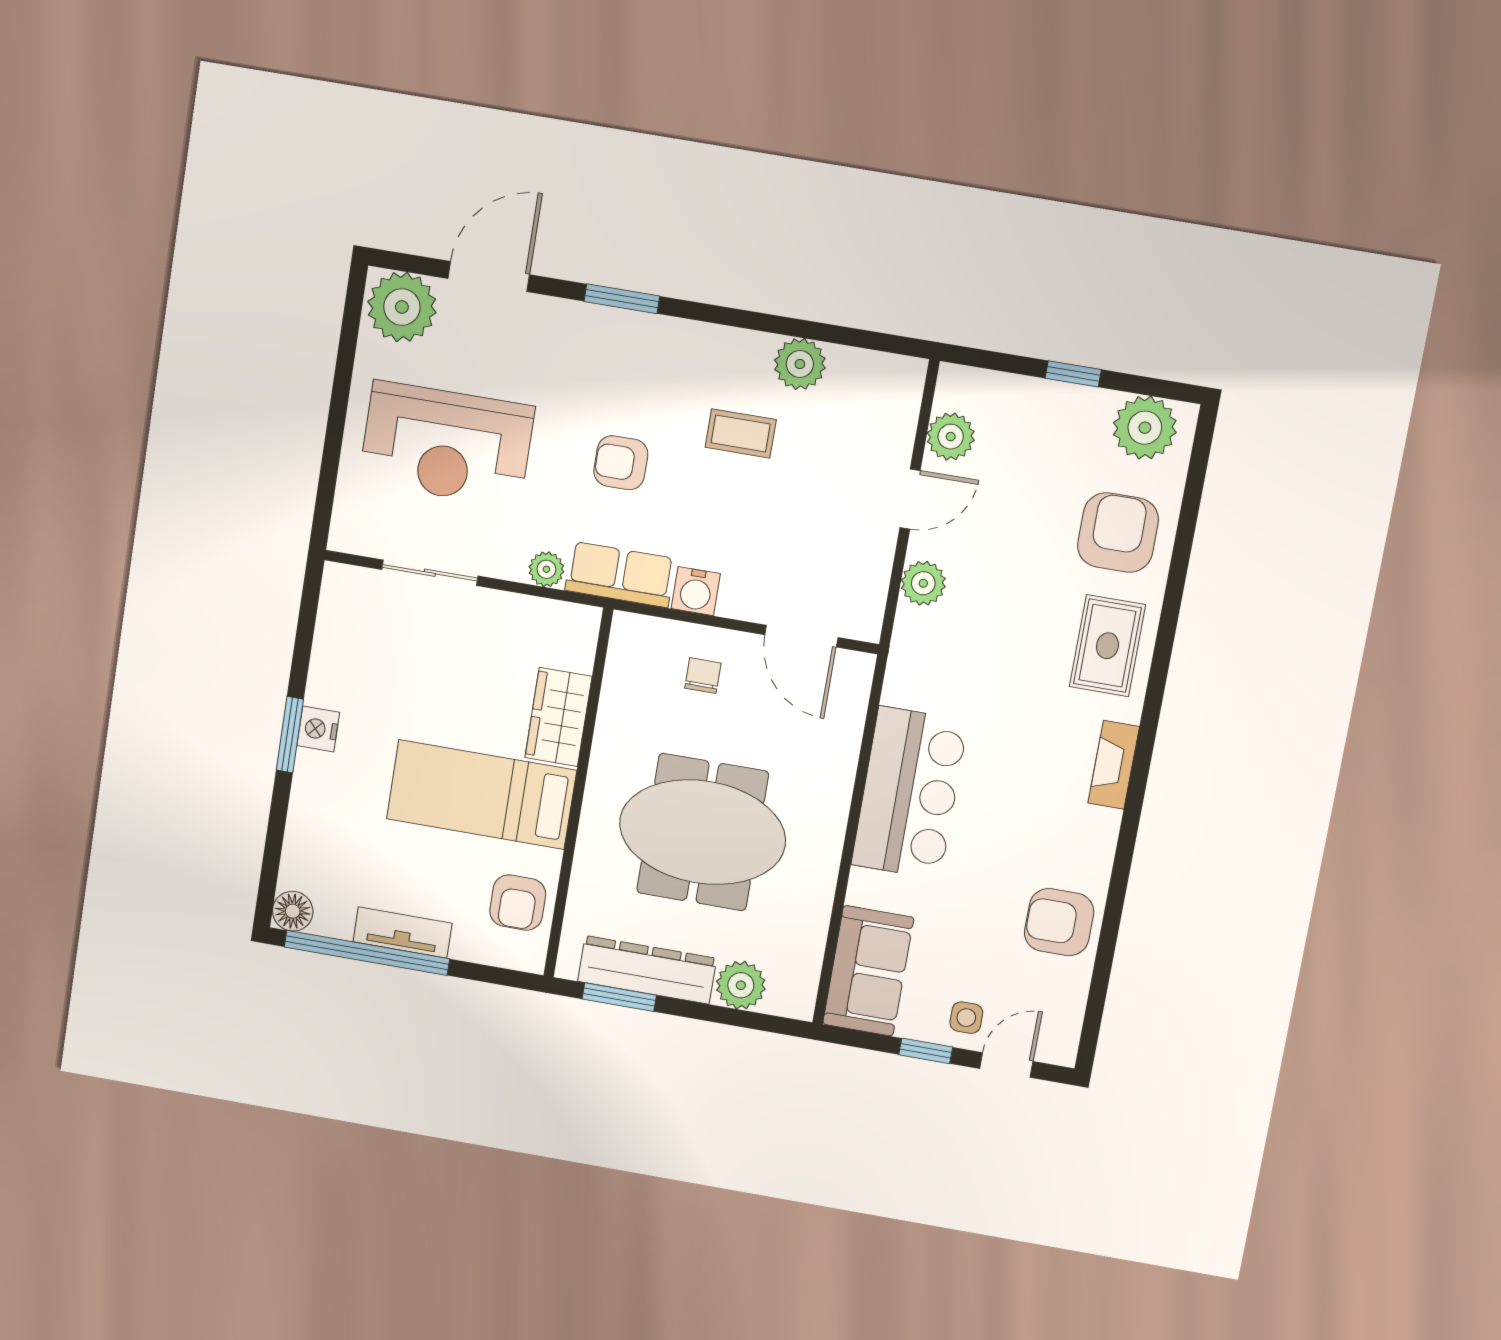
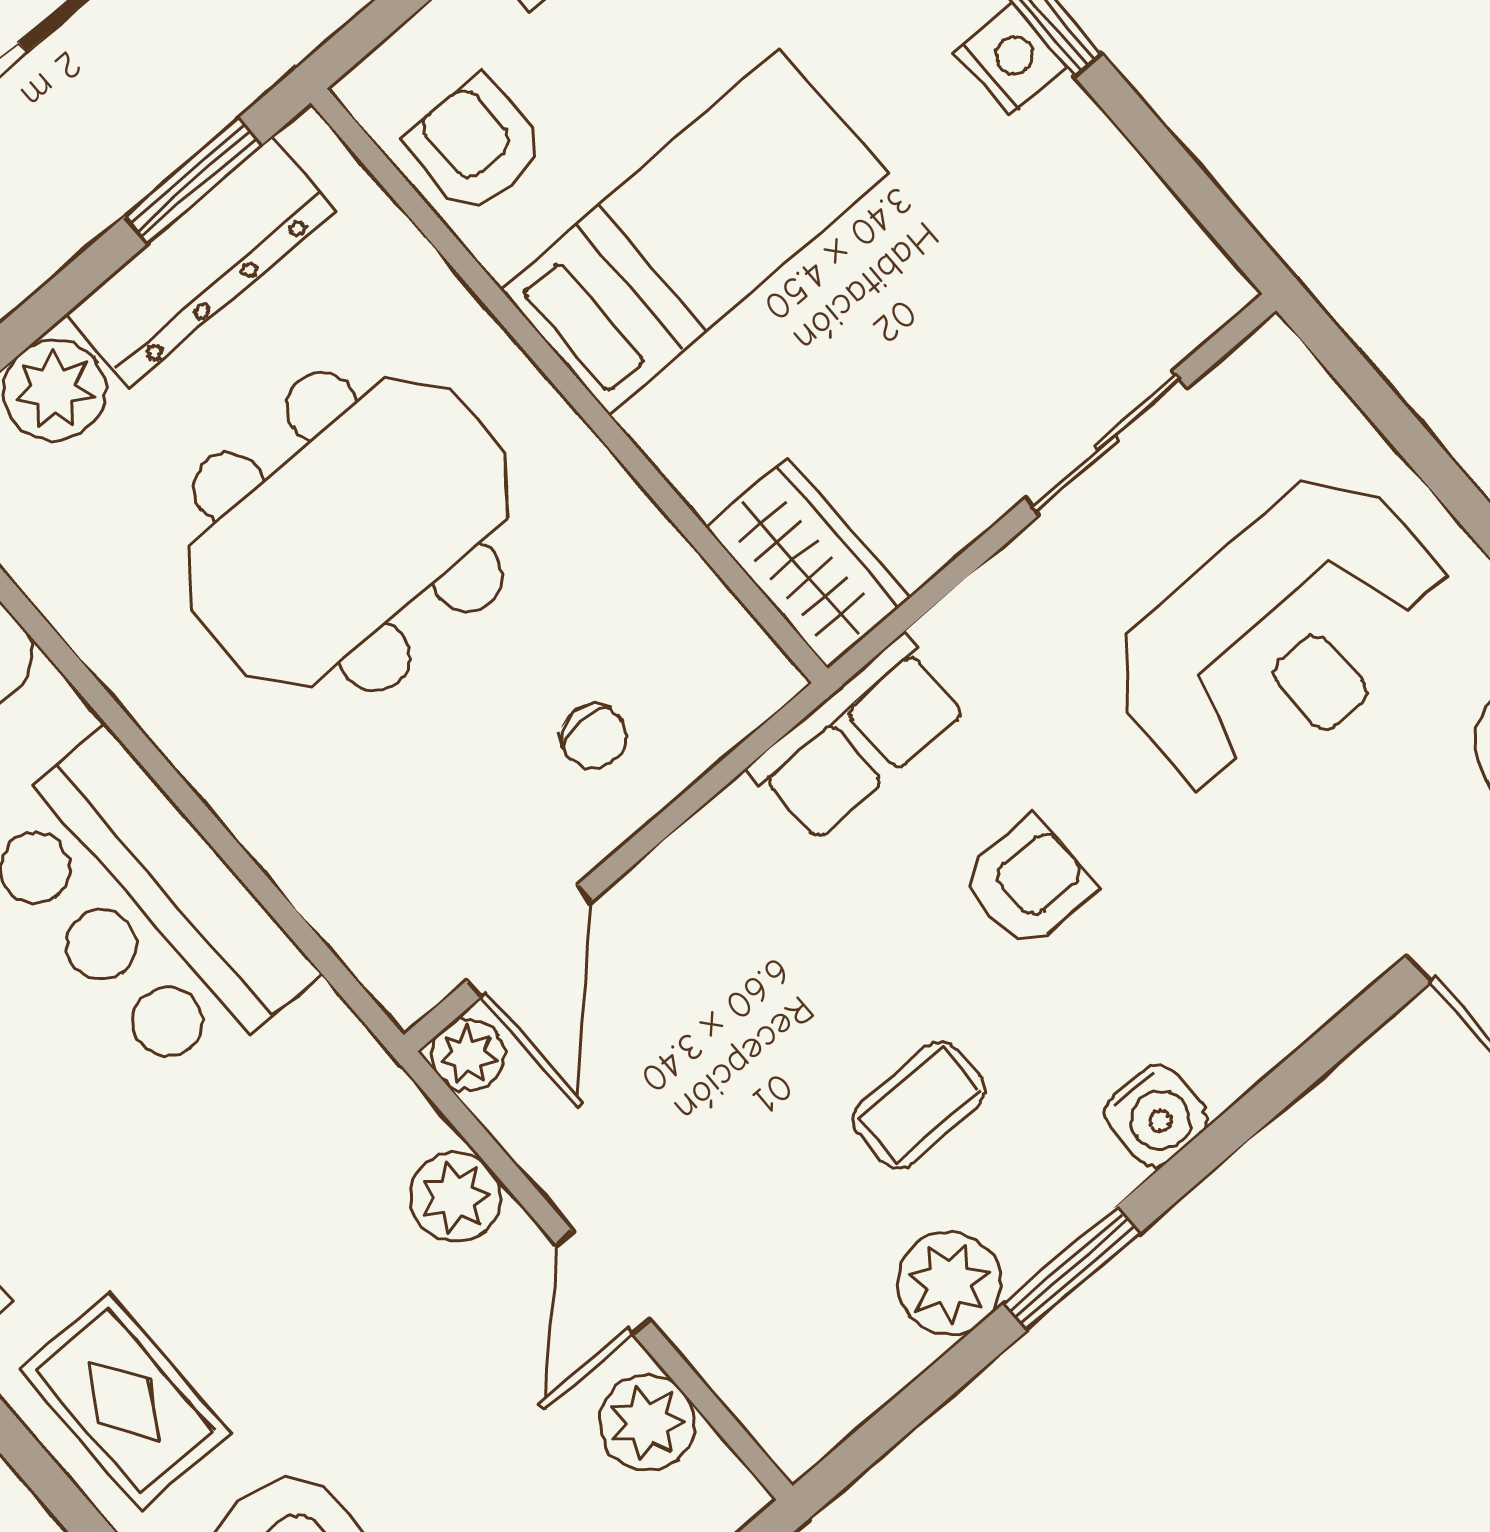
window: (622, 299) -> (1072, 1268), moved
reception desk: (447, 444) -> (1281, 637), turned 180
plant: (546, 569) -> (468, 1055), moved
water cooler: (696, 591) -> (1156, 1116), moved, turned 180
door: (801, 636) -> (529, 941), swing flipped
wardrobe: (558, 717) -> (808, 563), moved

